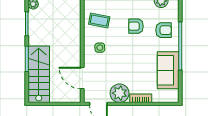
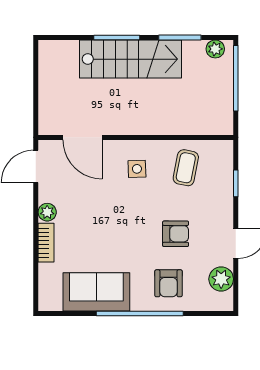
armchair: (136, 26) -> (176, 234), turned 90
stairs: (39, 74) -> (130, 59), moved
door: (82, 78) -> (82, 137), swing flipped
plant: (120, 93) -> (47, 212), width x0.53, depth x0.53

